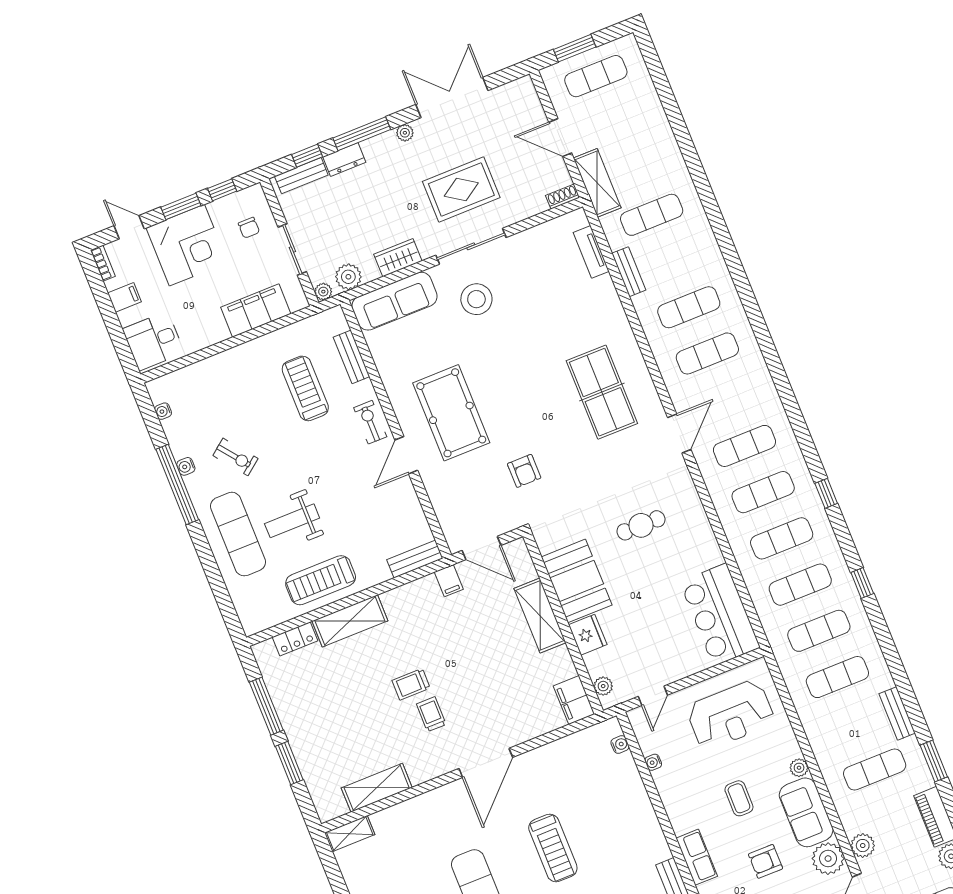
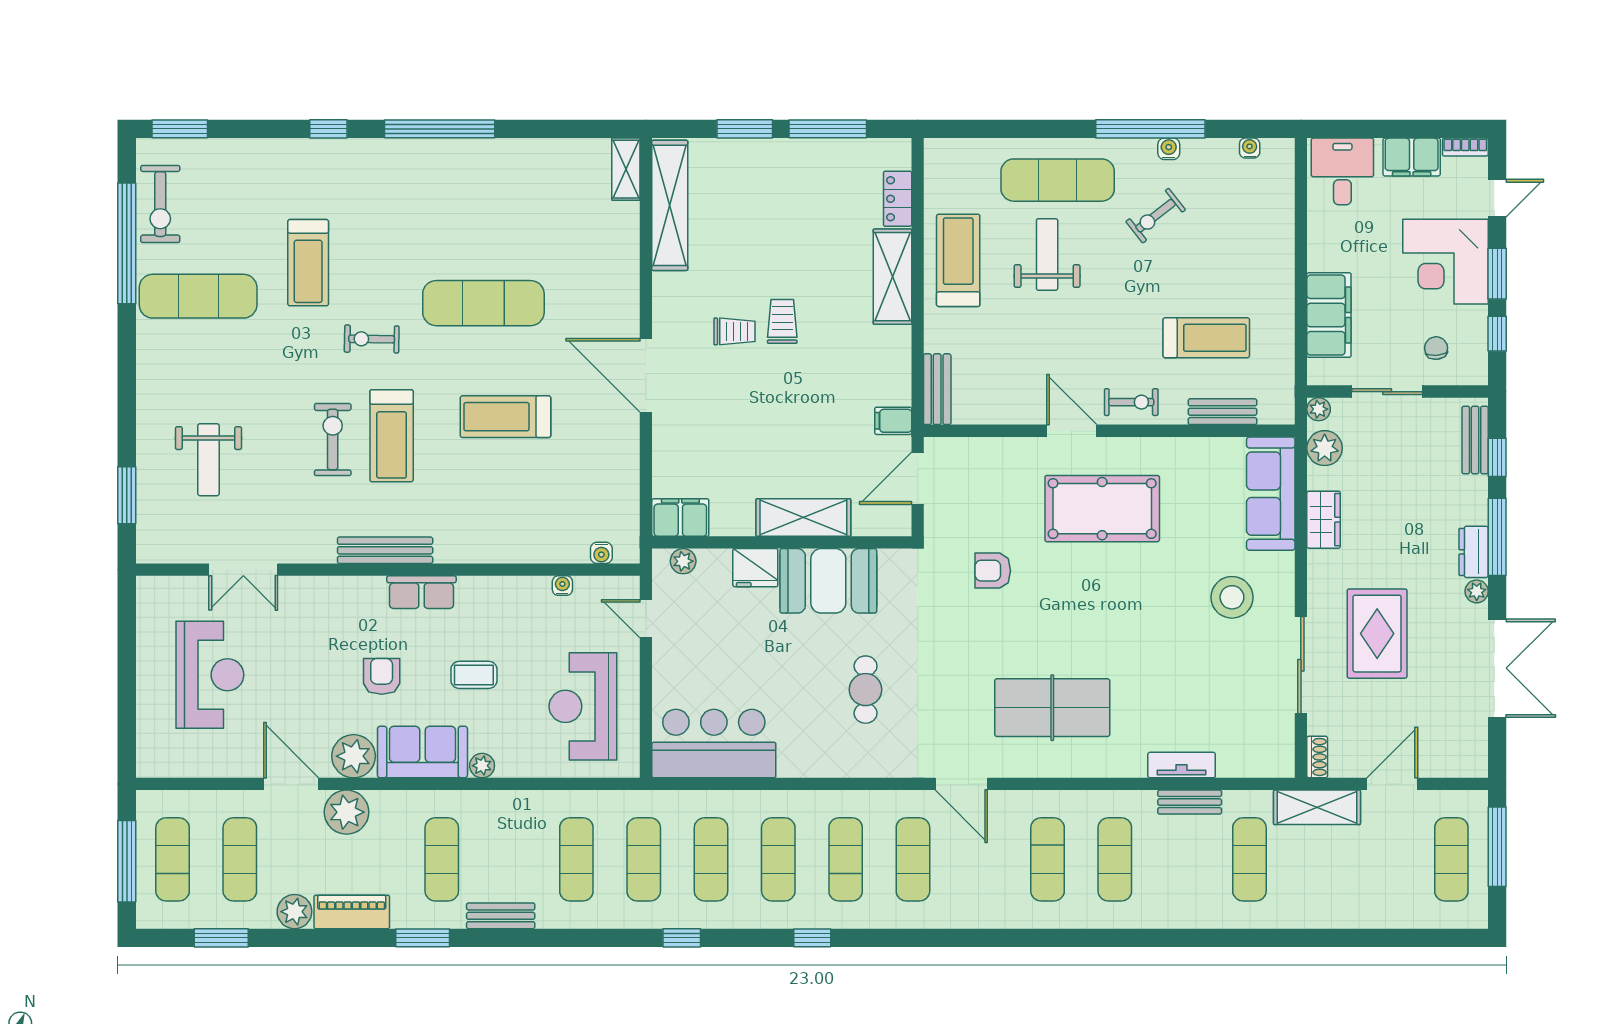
window: (575, 48) -> (1497, 847), width x1.44
dresser: (344, 159) -> (1474, 552), moved
chair: (249, 228) -> (1436, 348), turned 85
sliding door: (471, 246) -> (1301, 665), moved
tv unit: (591, 252) -> (1182, 765), moved
filing cabinet: (124, 297) -> (1412, 157), width x2.00
shelving: (377, 788) -> (670, 205), width x1.47
plant: (863, 846) -> (347, 812), width x1.36, depth x1.36

